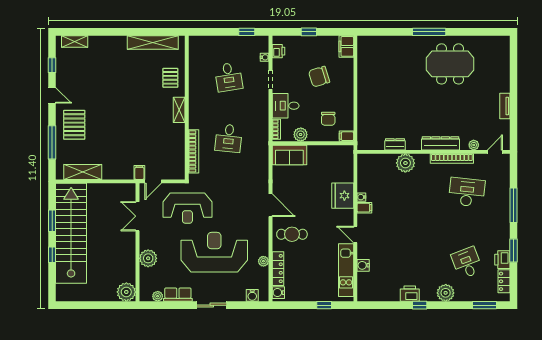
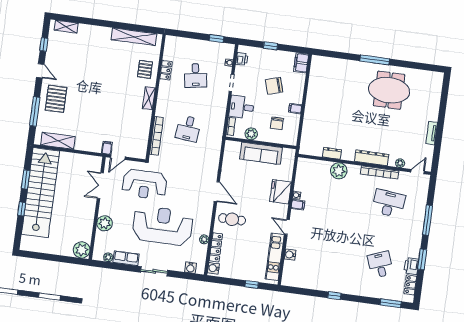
locker: (194, 76) -> (166, 70), added
filing cabinet: (346, 136) -> (295, 109), moved
sofa: (289, 155) -> (261, 153), moved, width x1.36
plant: (446, 293) -> (358, 288), removed
printer: (410, 294) -> (327, 285), removed

